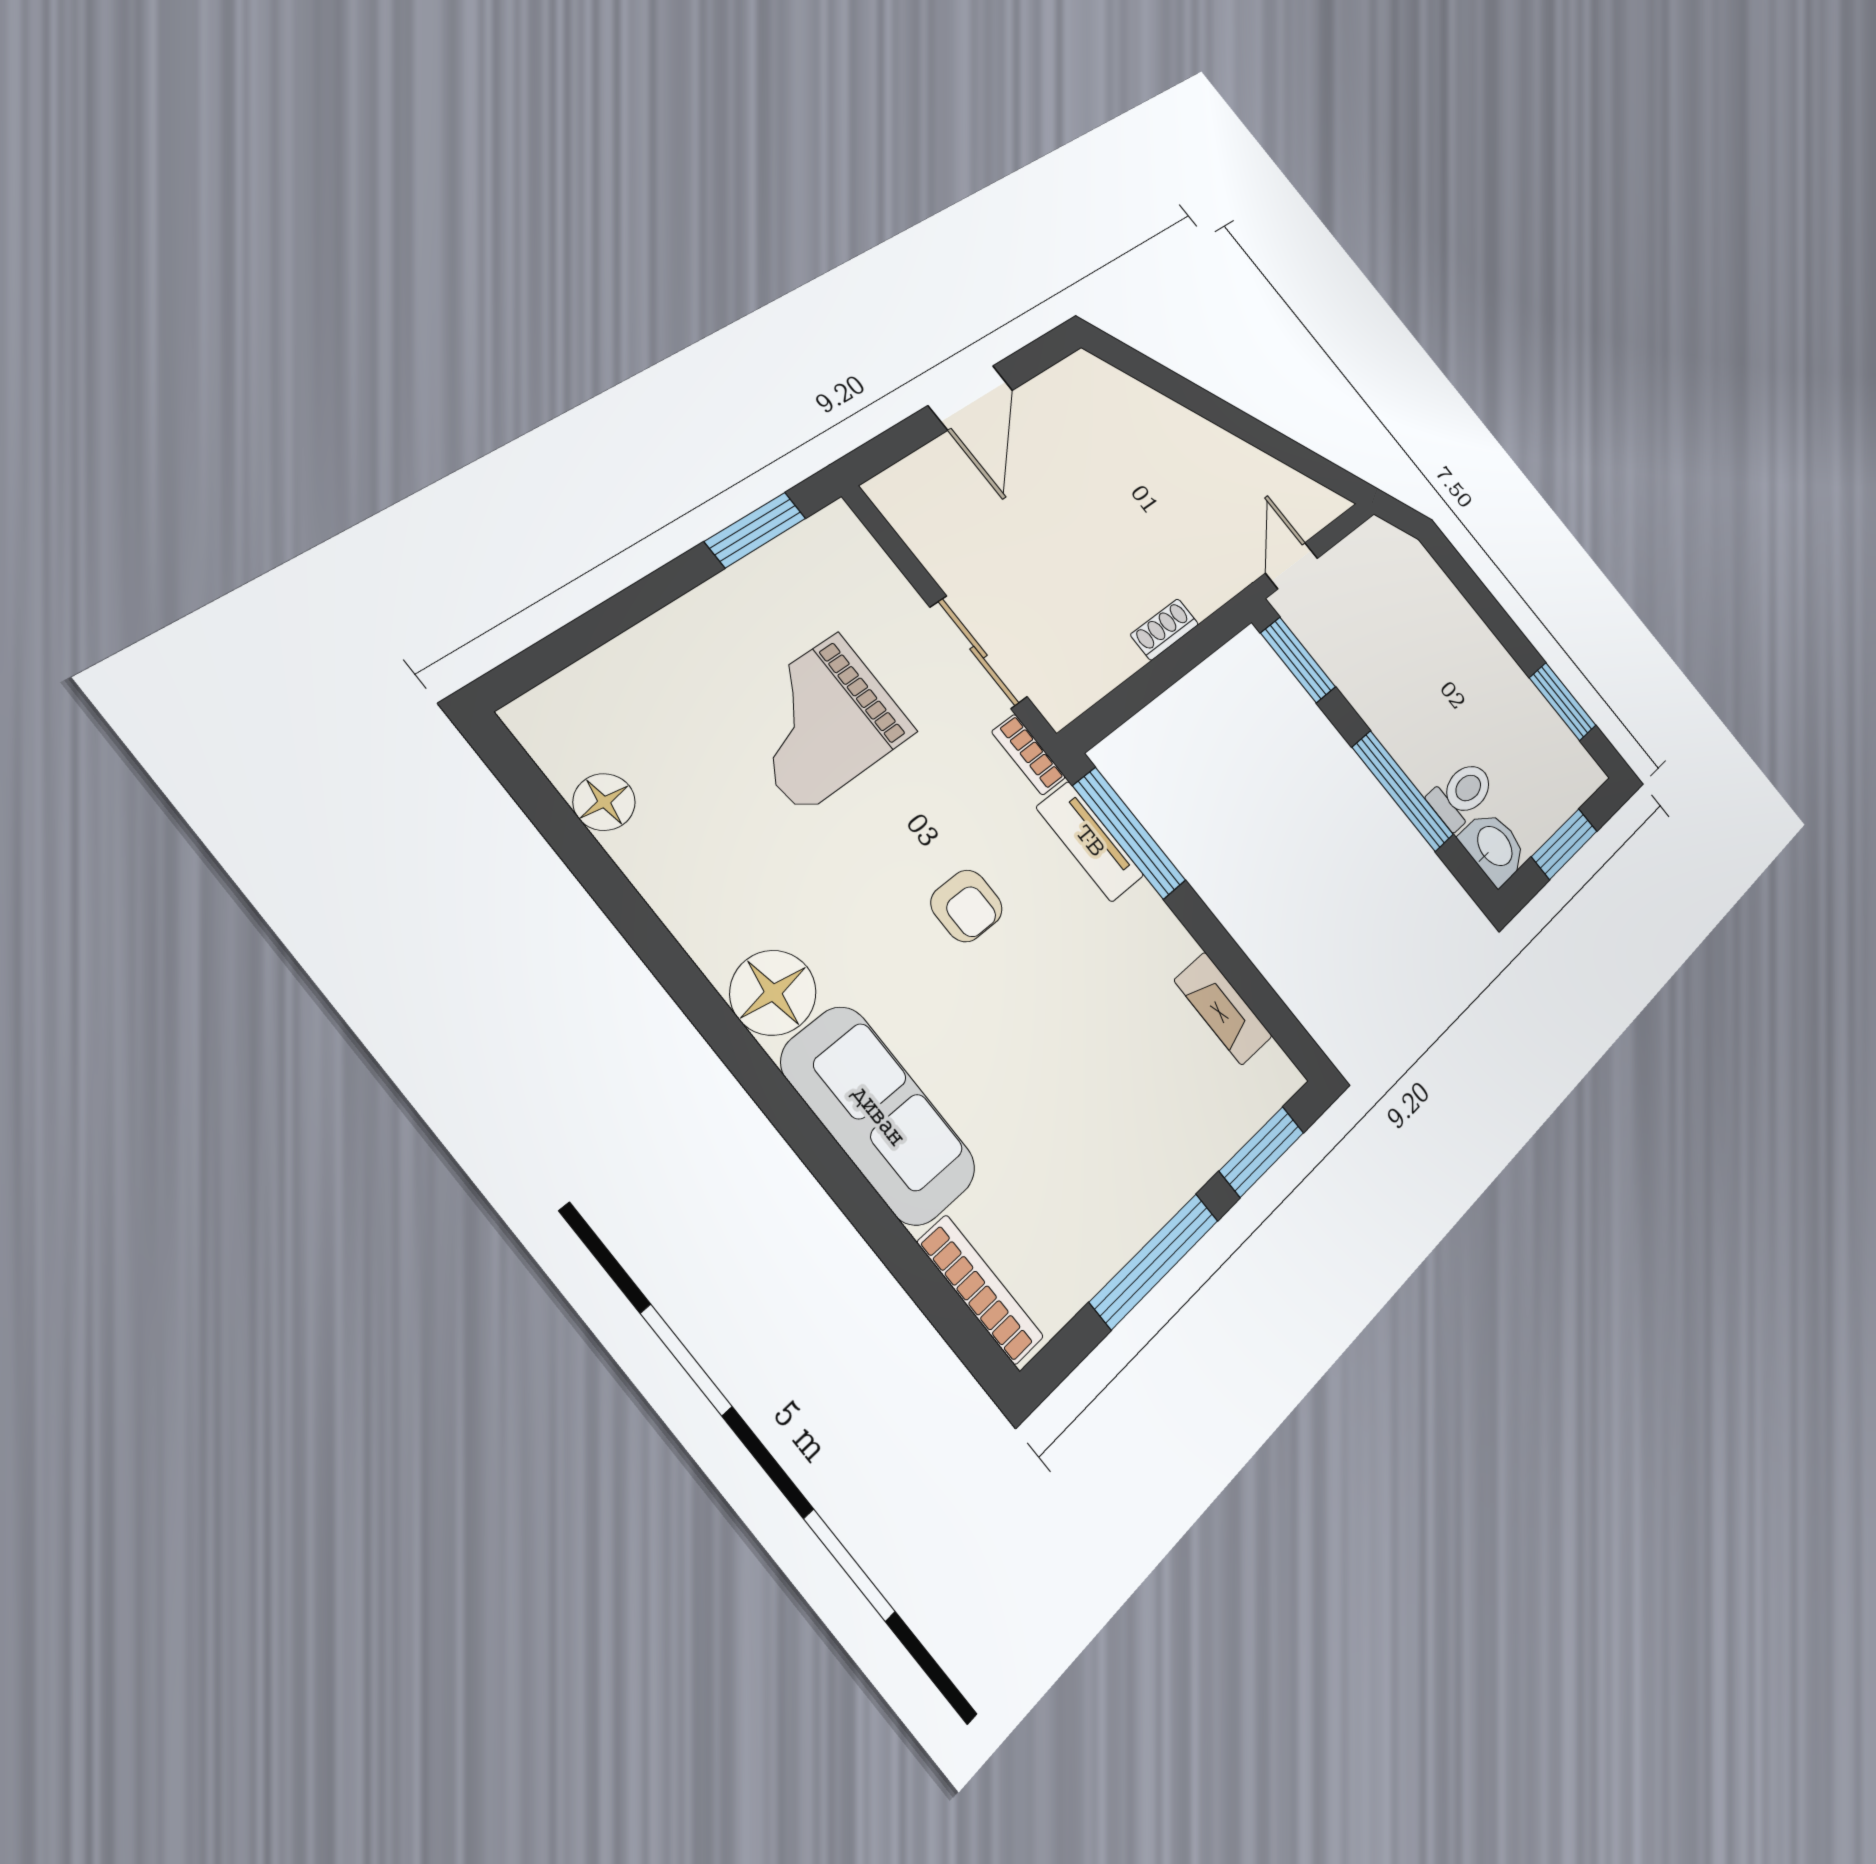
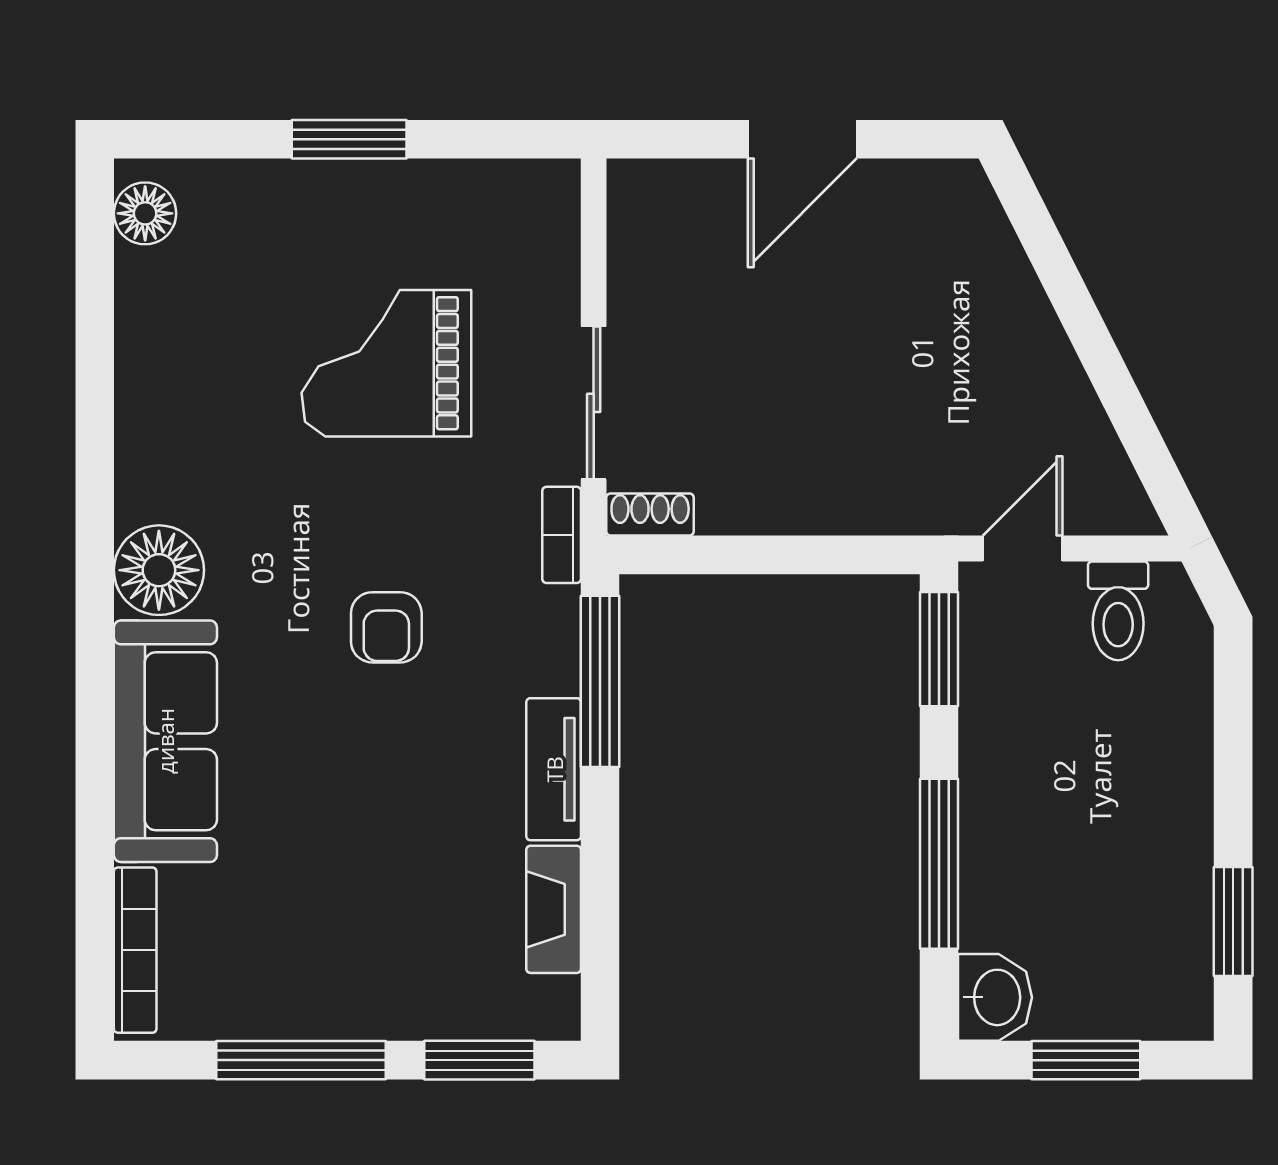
window: (755, 530) -> (349, 139), moved
shoe rack: (1165, 629) -> (650, 515), moved
toilet: (1462, 794) -> (1118, 611), moved, turned 90
floor lamp: (604, 802) -> (145, 213), moved
tv unit: (1090, 841) -> (554, 769), moved

